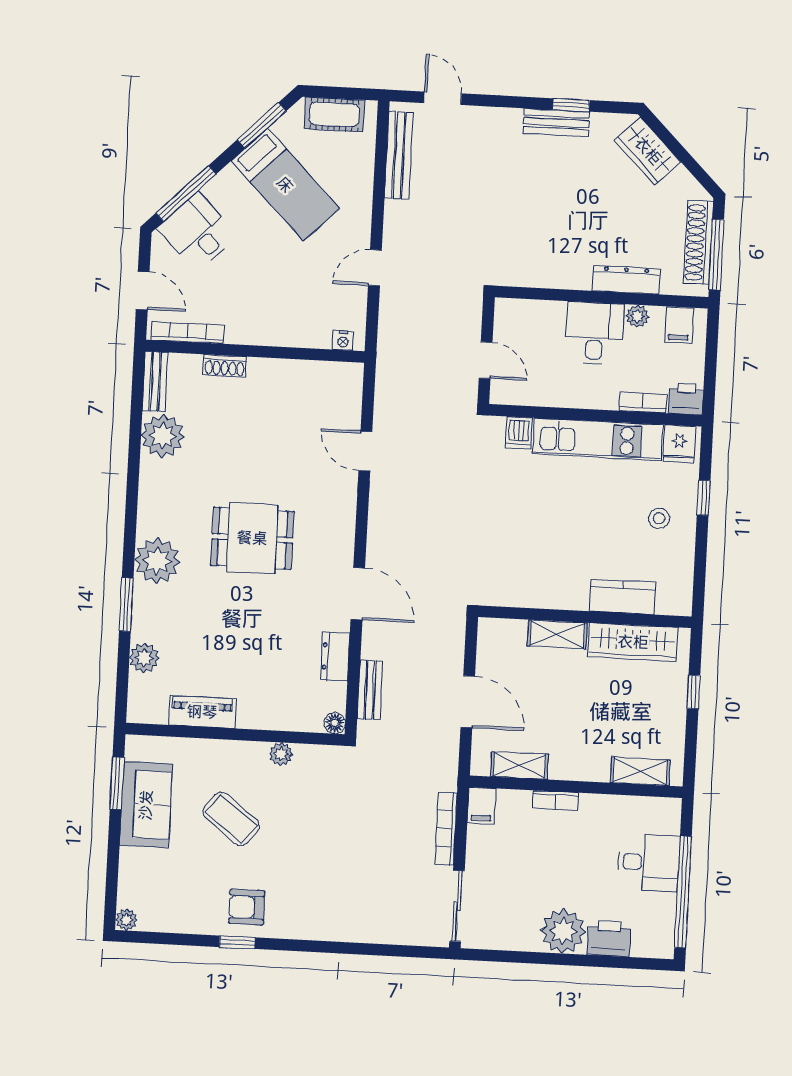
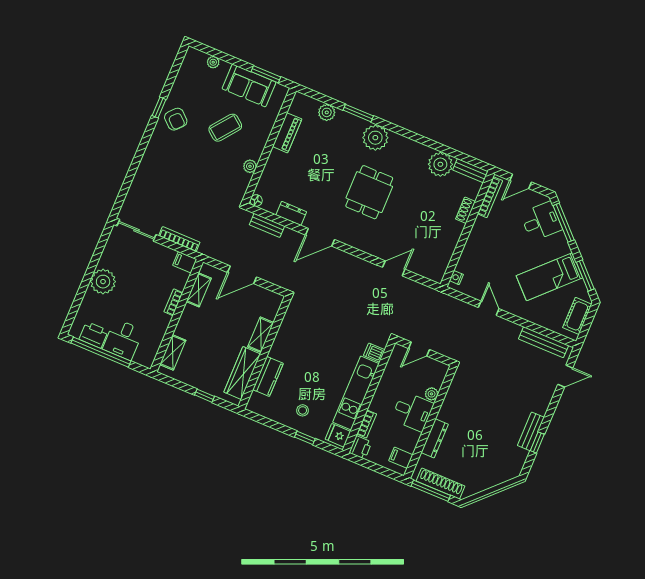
wardrobe: (648, 151) -> (498, 474), removed
plant: (637, 316) -> (432, 394), moved
armchair: (247, 907) -> (176, 119), turned 132
plant: (126, 920) -> (213, 62), moved
printer: (609, 938) -> (94, 335), moved, turned -90

